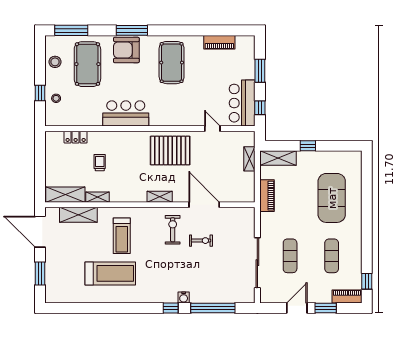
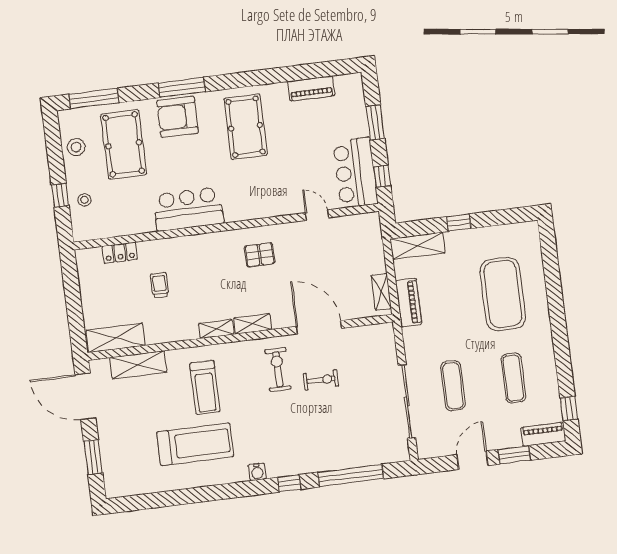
pallet: (170, 151) -> (260, 255), width x0.49, depth x0.50
shelving: (249, 159) -> (381, 292), moved
shelving: (97, 197) -> (216, 329), moved
water cooler: (184, 297) -> (257, 472), moved

